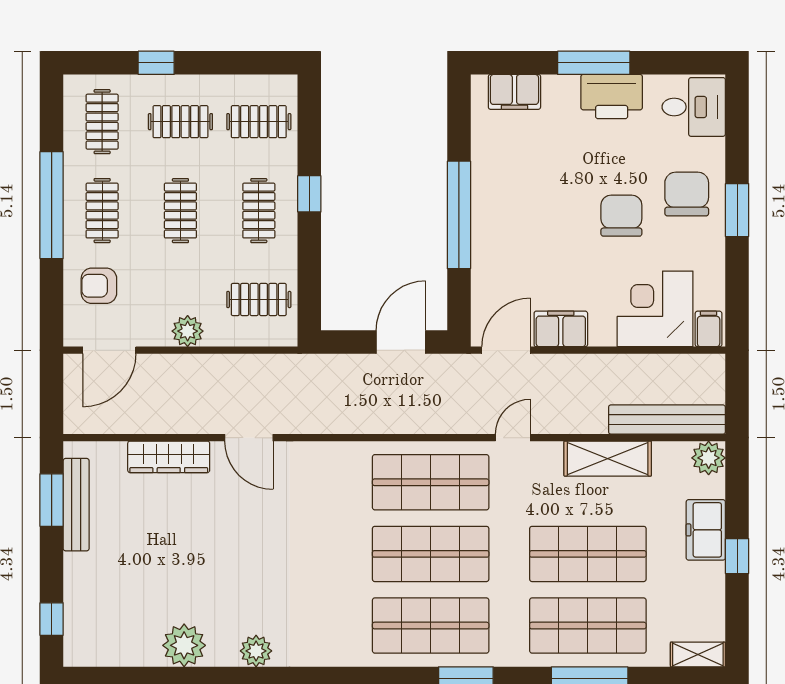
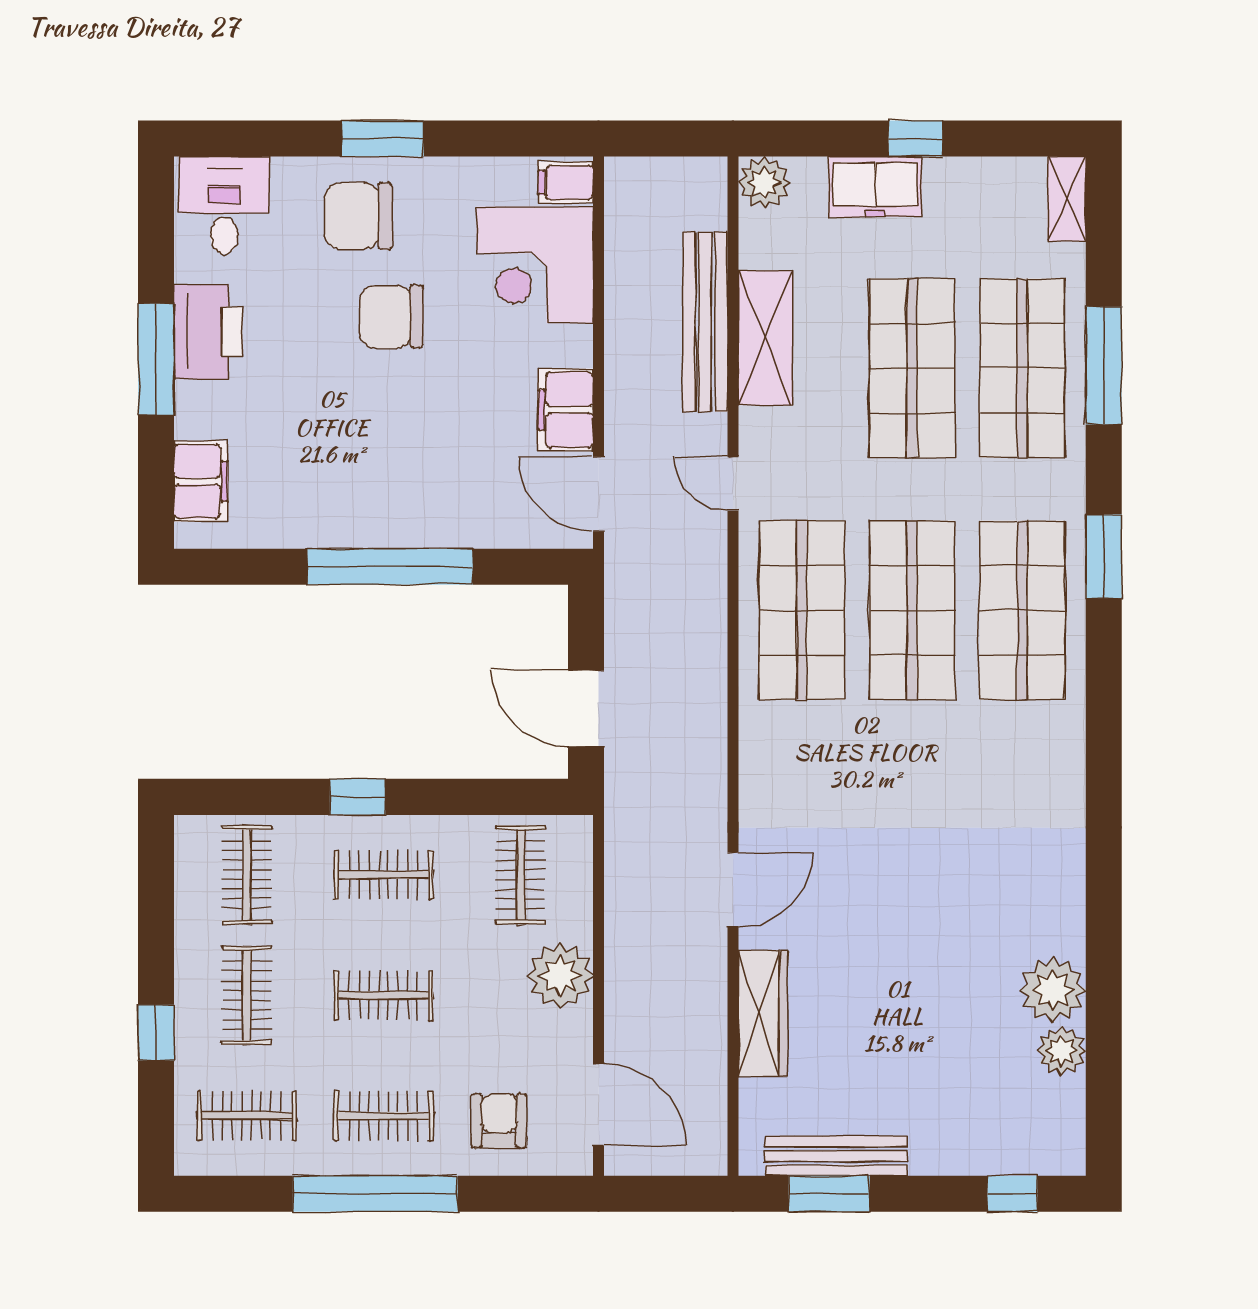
armchair: (99, 286) -> (499, 1121), turned 180
plant: (188, 331) -> (560, 976), width x1.36, depth x1.36
door: (401, 342) -> (586, 708), moved
bench: (667, 419) -> (705, 322), moved
plant: (256, 651) -> (1061, 1051), moved

